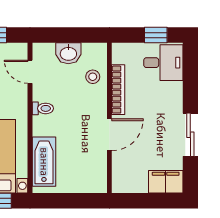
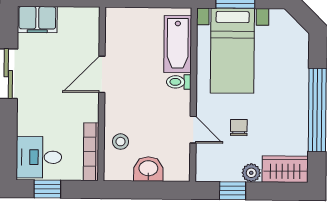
door: (30, 72) -> (193, 130), moved
bookcase: (118, 90) -> (91, 152), moved
toilet: (43, 108) -> (179, 82), moved

